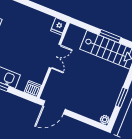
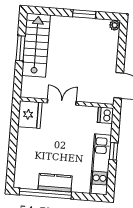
fridge: (59, 26) -> (30, 114), width x1.88, depth x1.34

